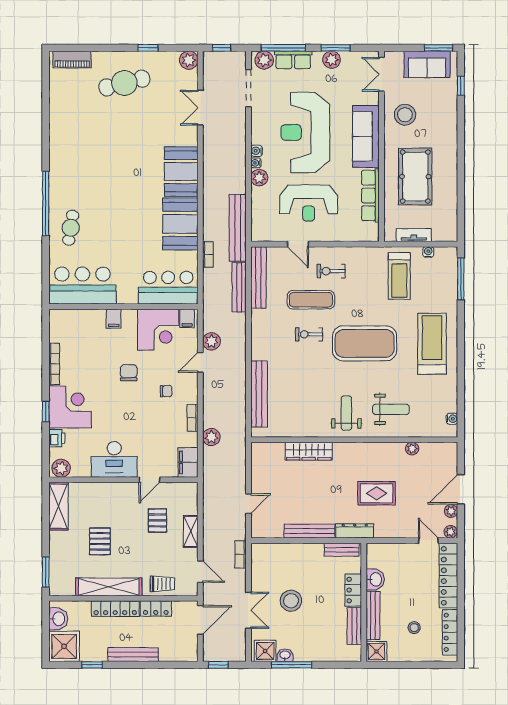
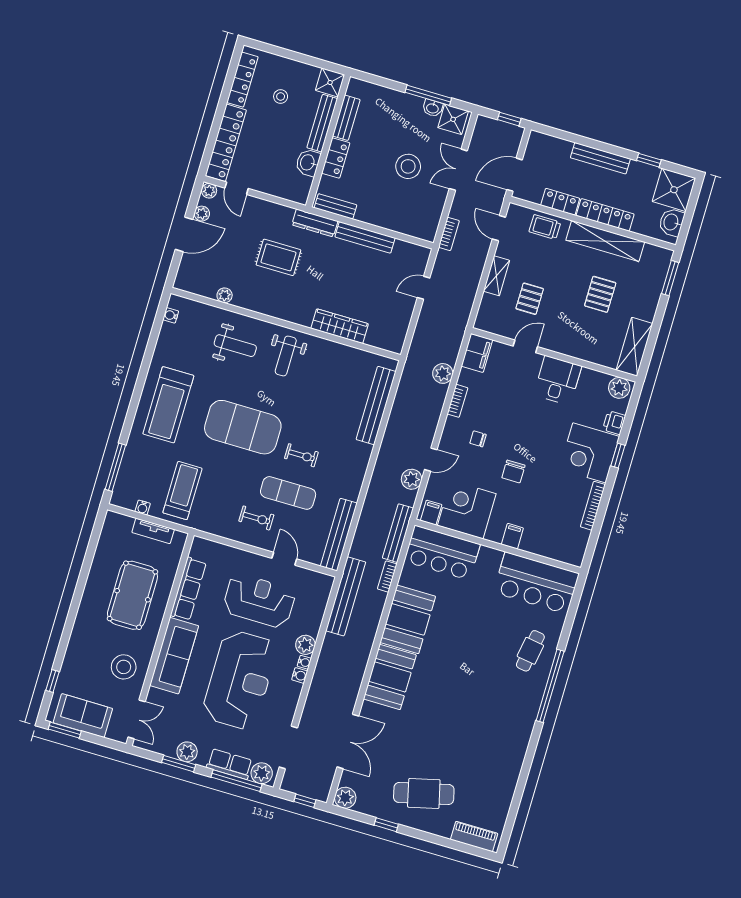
double door: (200, 108) -> (348, 741), width x1.37
bench: (239, 287) -> (398, 533), moved
weight bench: (391, 409) -> (235, 346), turned 180
desk: (114, 459) -> (558, 380), width x0.73

